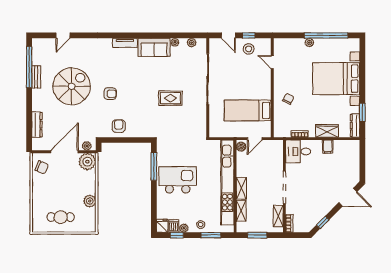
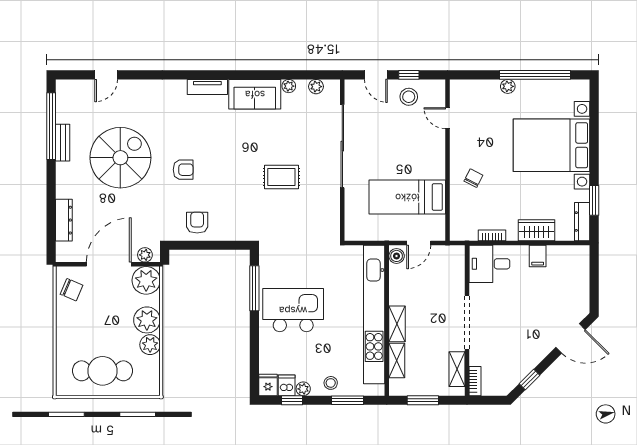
plant: (88, 186) -> (147, 320), added
cafe table: (61, 217) -> (102, 371), width x1.37, depth x1.35

